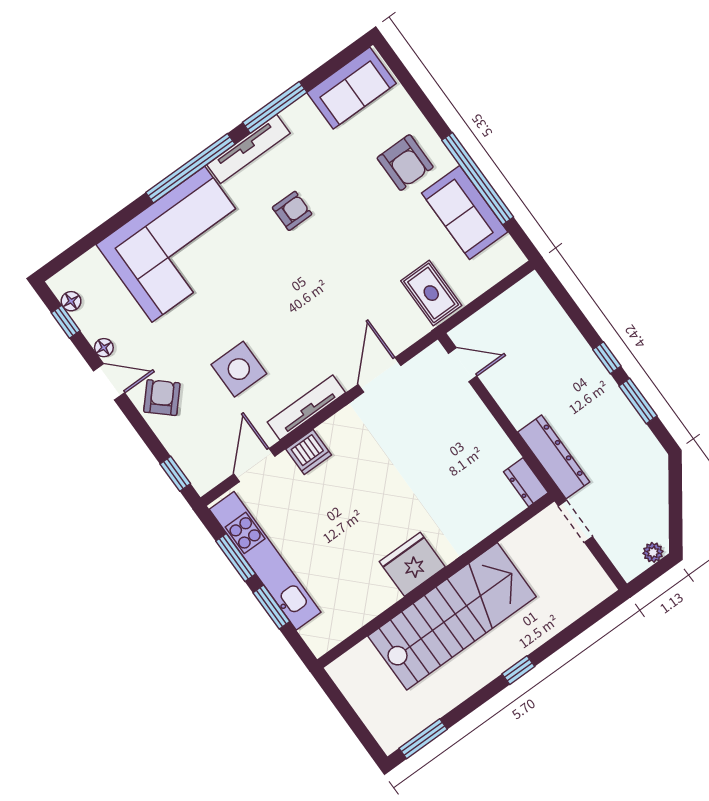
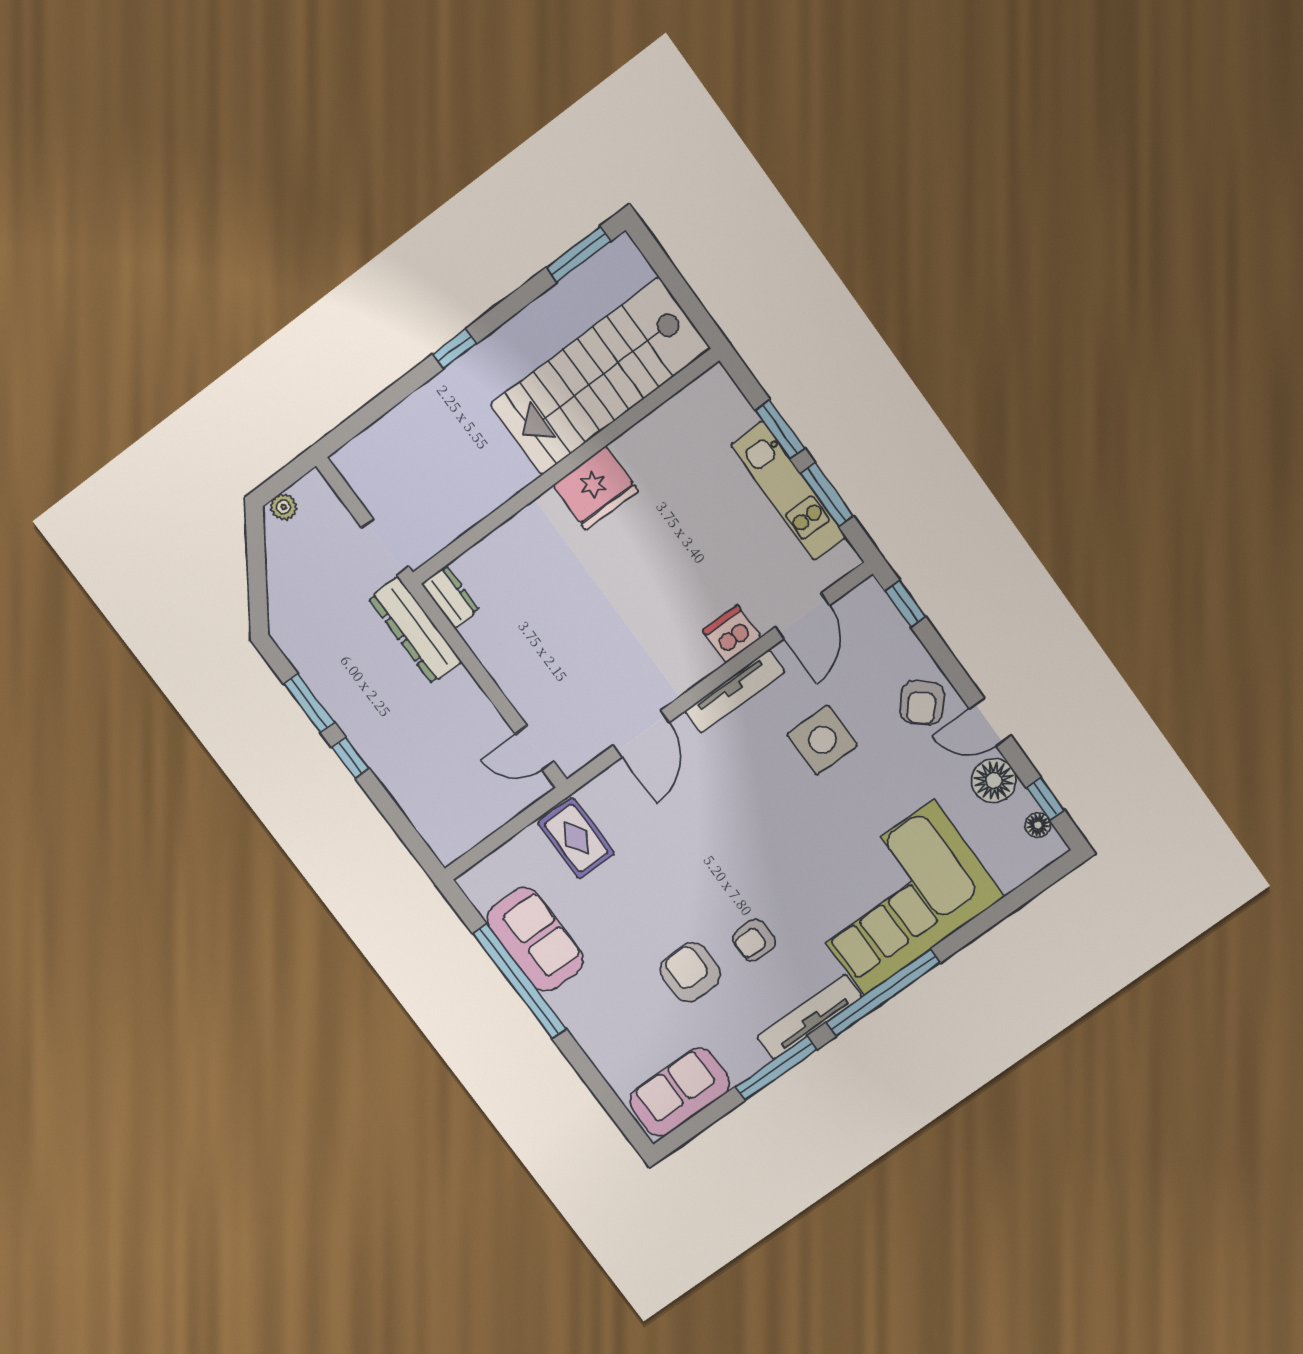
armchair: (405, 163) -> (690, 972), moved
floor lamp: (104, 348) -> (994, 781), width x1.89, depth x1.89
kitchen unit: (265, 561) -> (788, 491), width x0.73
stairs: (452, 616) -> (600, 376), moved

